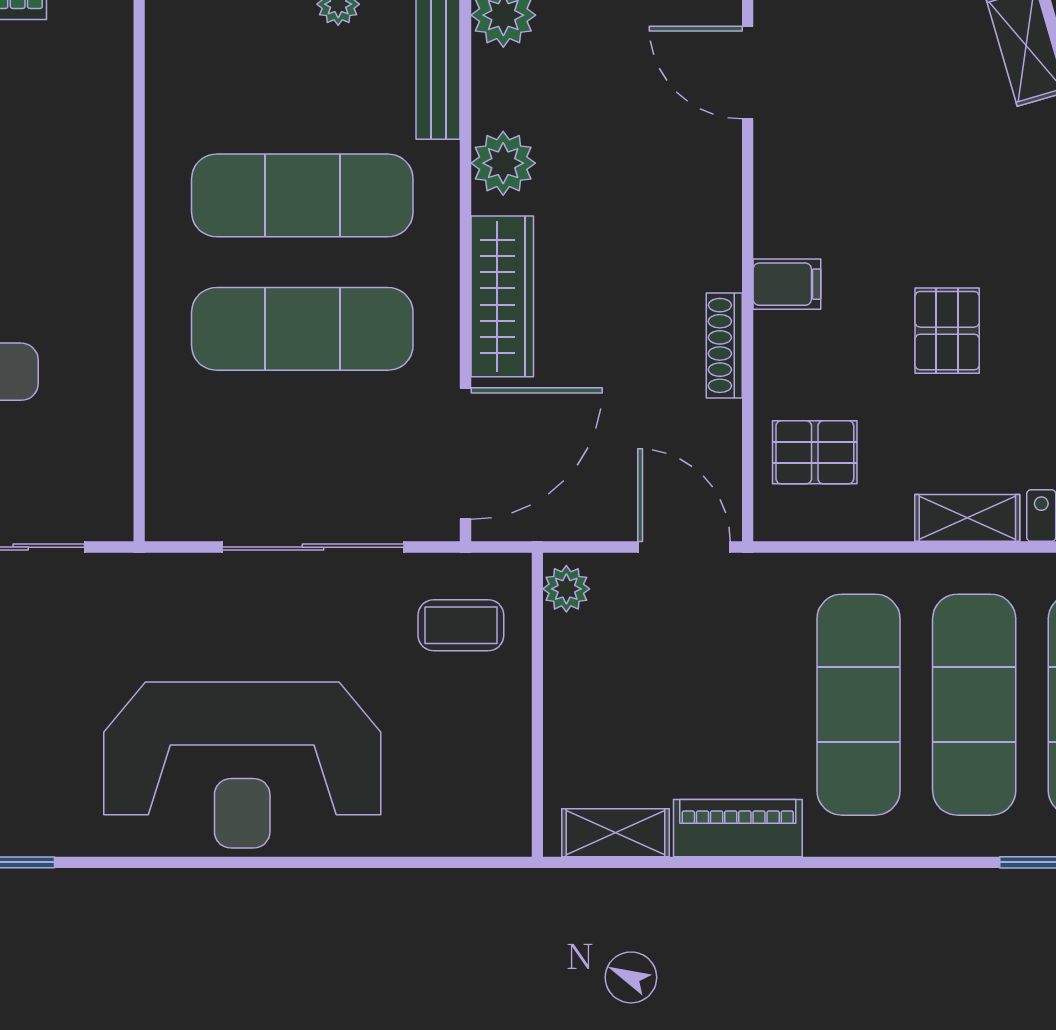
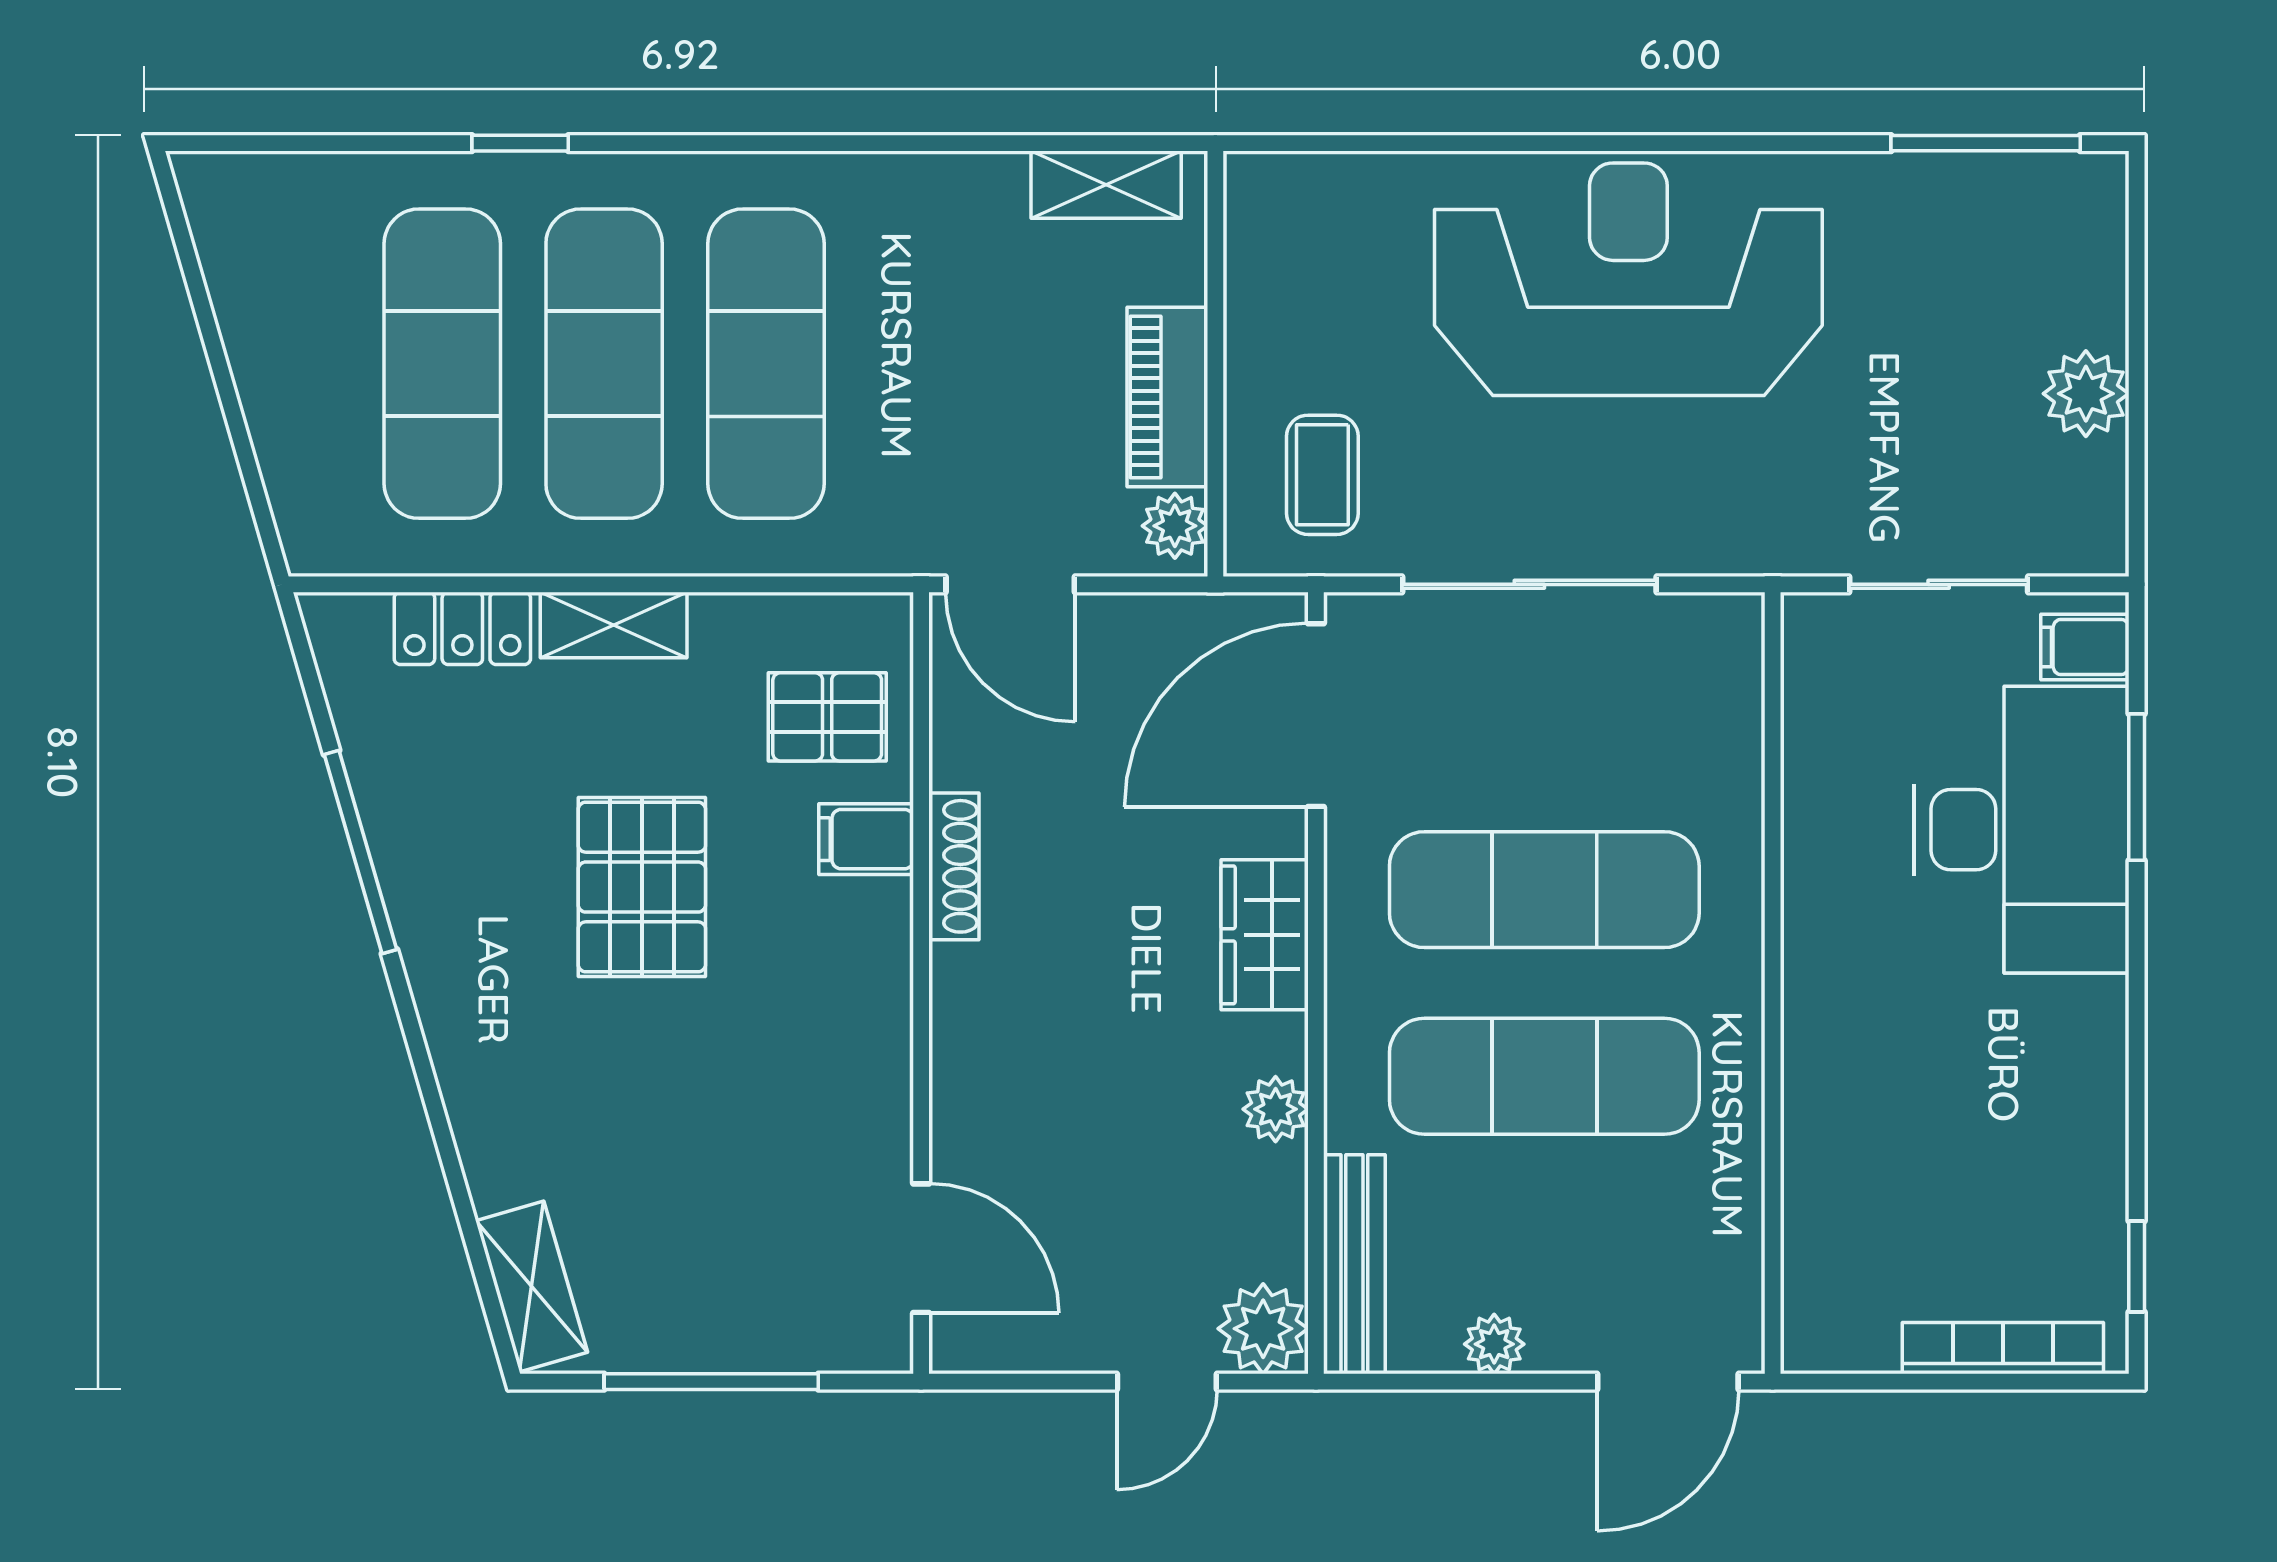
plant: (503, 163) -> (1276, 1109), width x0.73, depth x0.73
filing cabinet: (787, 284) -> (866, 839), moved
wardrobe: (502, 296) -> (1265, 935), width x0.67
pallet: (947, 331) -> (642, 887), width x1.50, depth x1.42
coffee table: (461, 625) -> (1322, 475), turned 90
piano: (738, 828) -> (1167, 397), moved, turned 90

